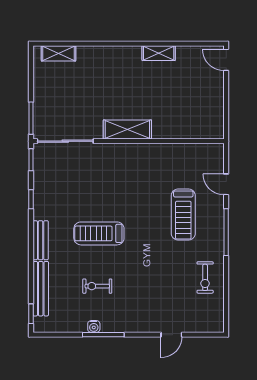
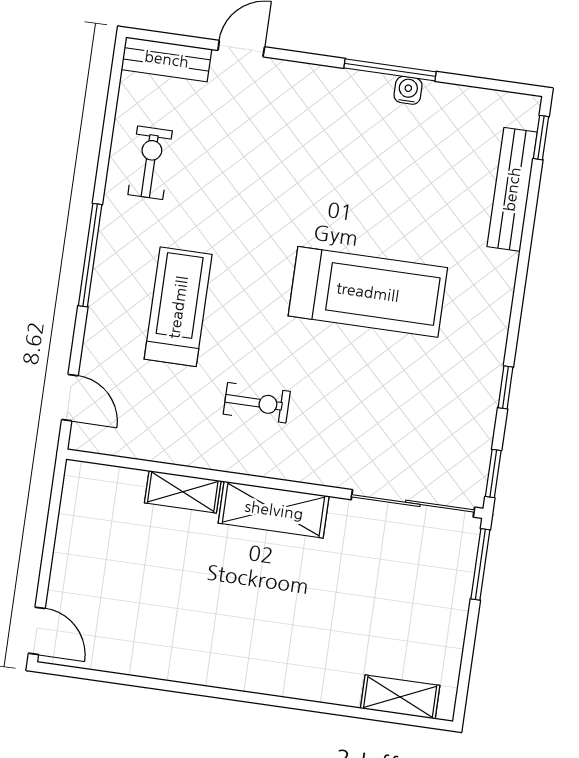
shelving: (159, 53) -> (183, 492), moved
door: (226, 184) -> (70, 398), moved
treadmill: (99, 233) -> (368, 292), width x1.37, depth x1.38
bench: (41, 240) -> (167, 59), moved, turned 90
exercise bike: (97, 286) -> (257, 403), moved

